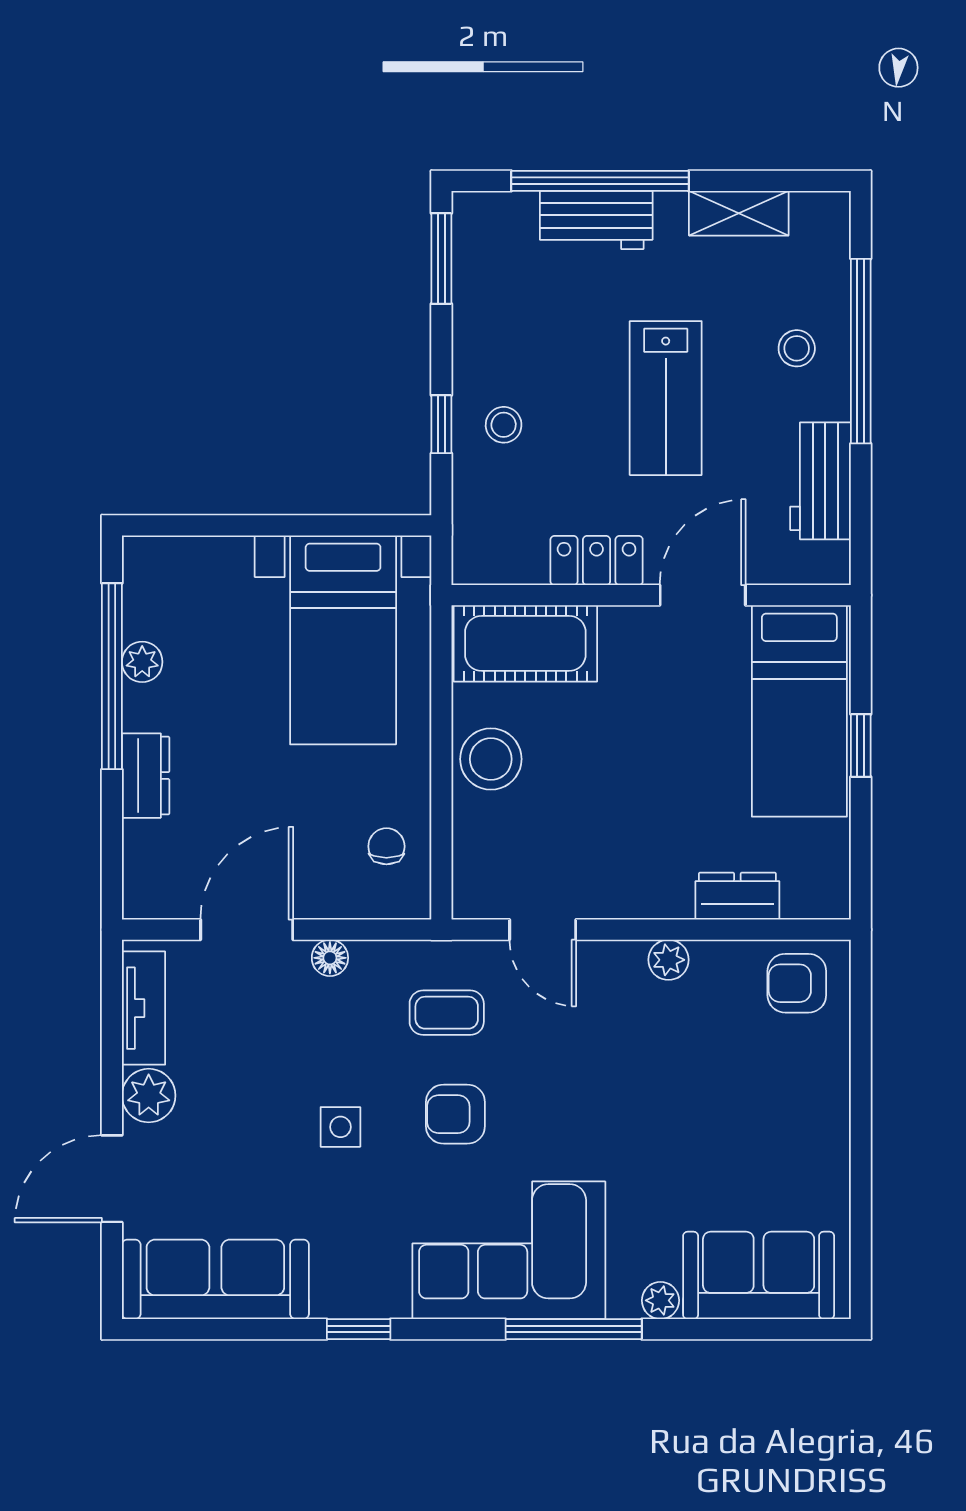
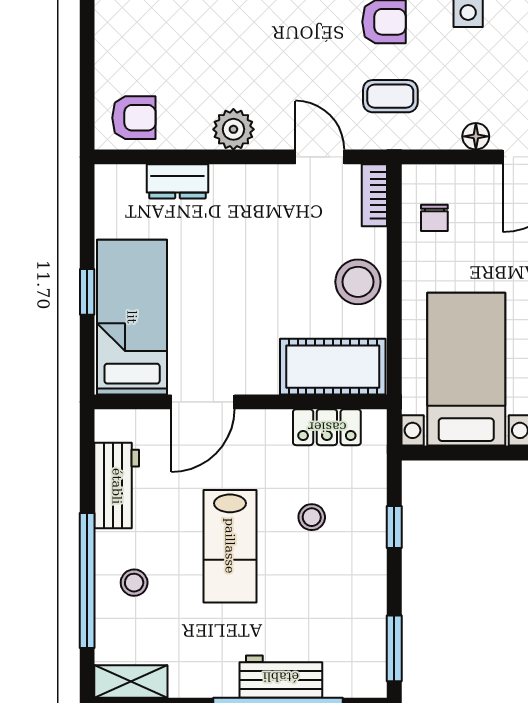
shelving: (739, 213) -> (131, 682), moved
lab bench: (666, 398) -> (230, 546), turned 180
stool: (504, 425) -> (312, 517), moved
locker: (597, 561) -> (327, 427), moved
bookcase: (468, 877) -> (374, 195), added
plant: (668, 960) -> (233, 129), width x1.38, depth x1.38

